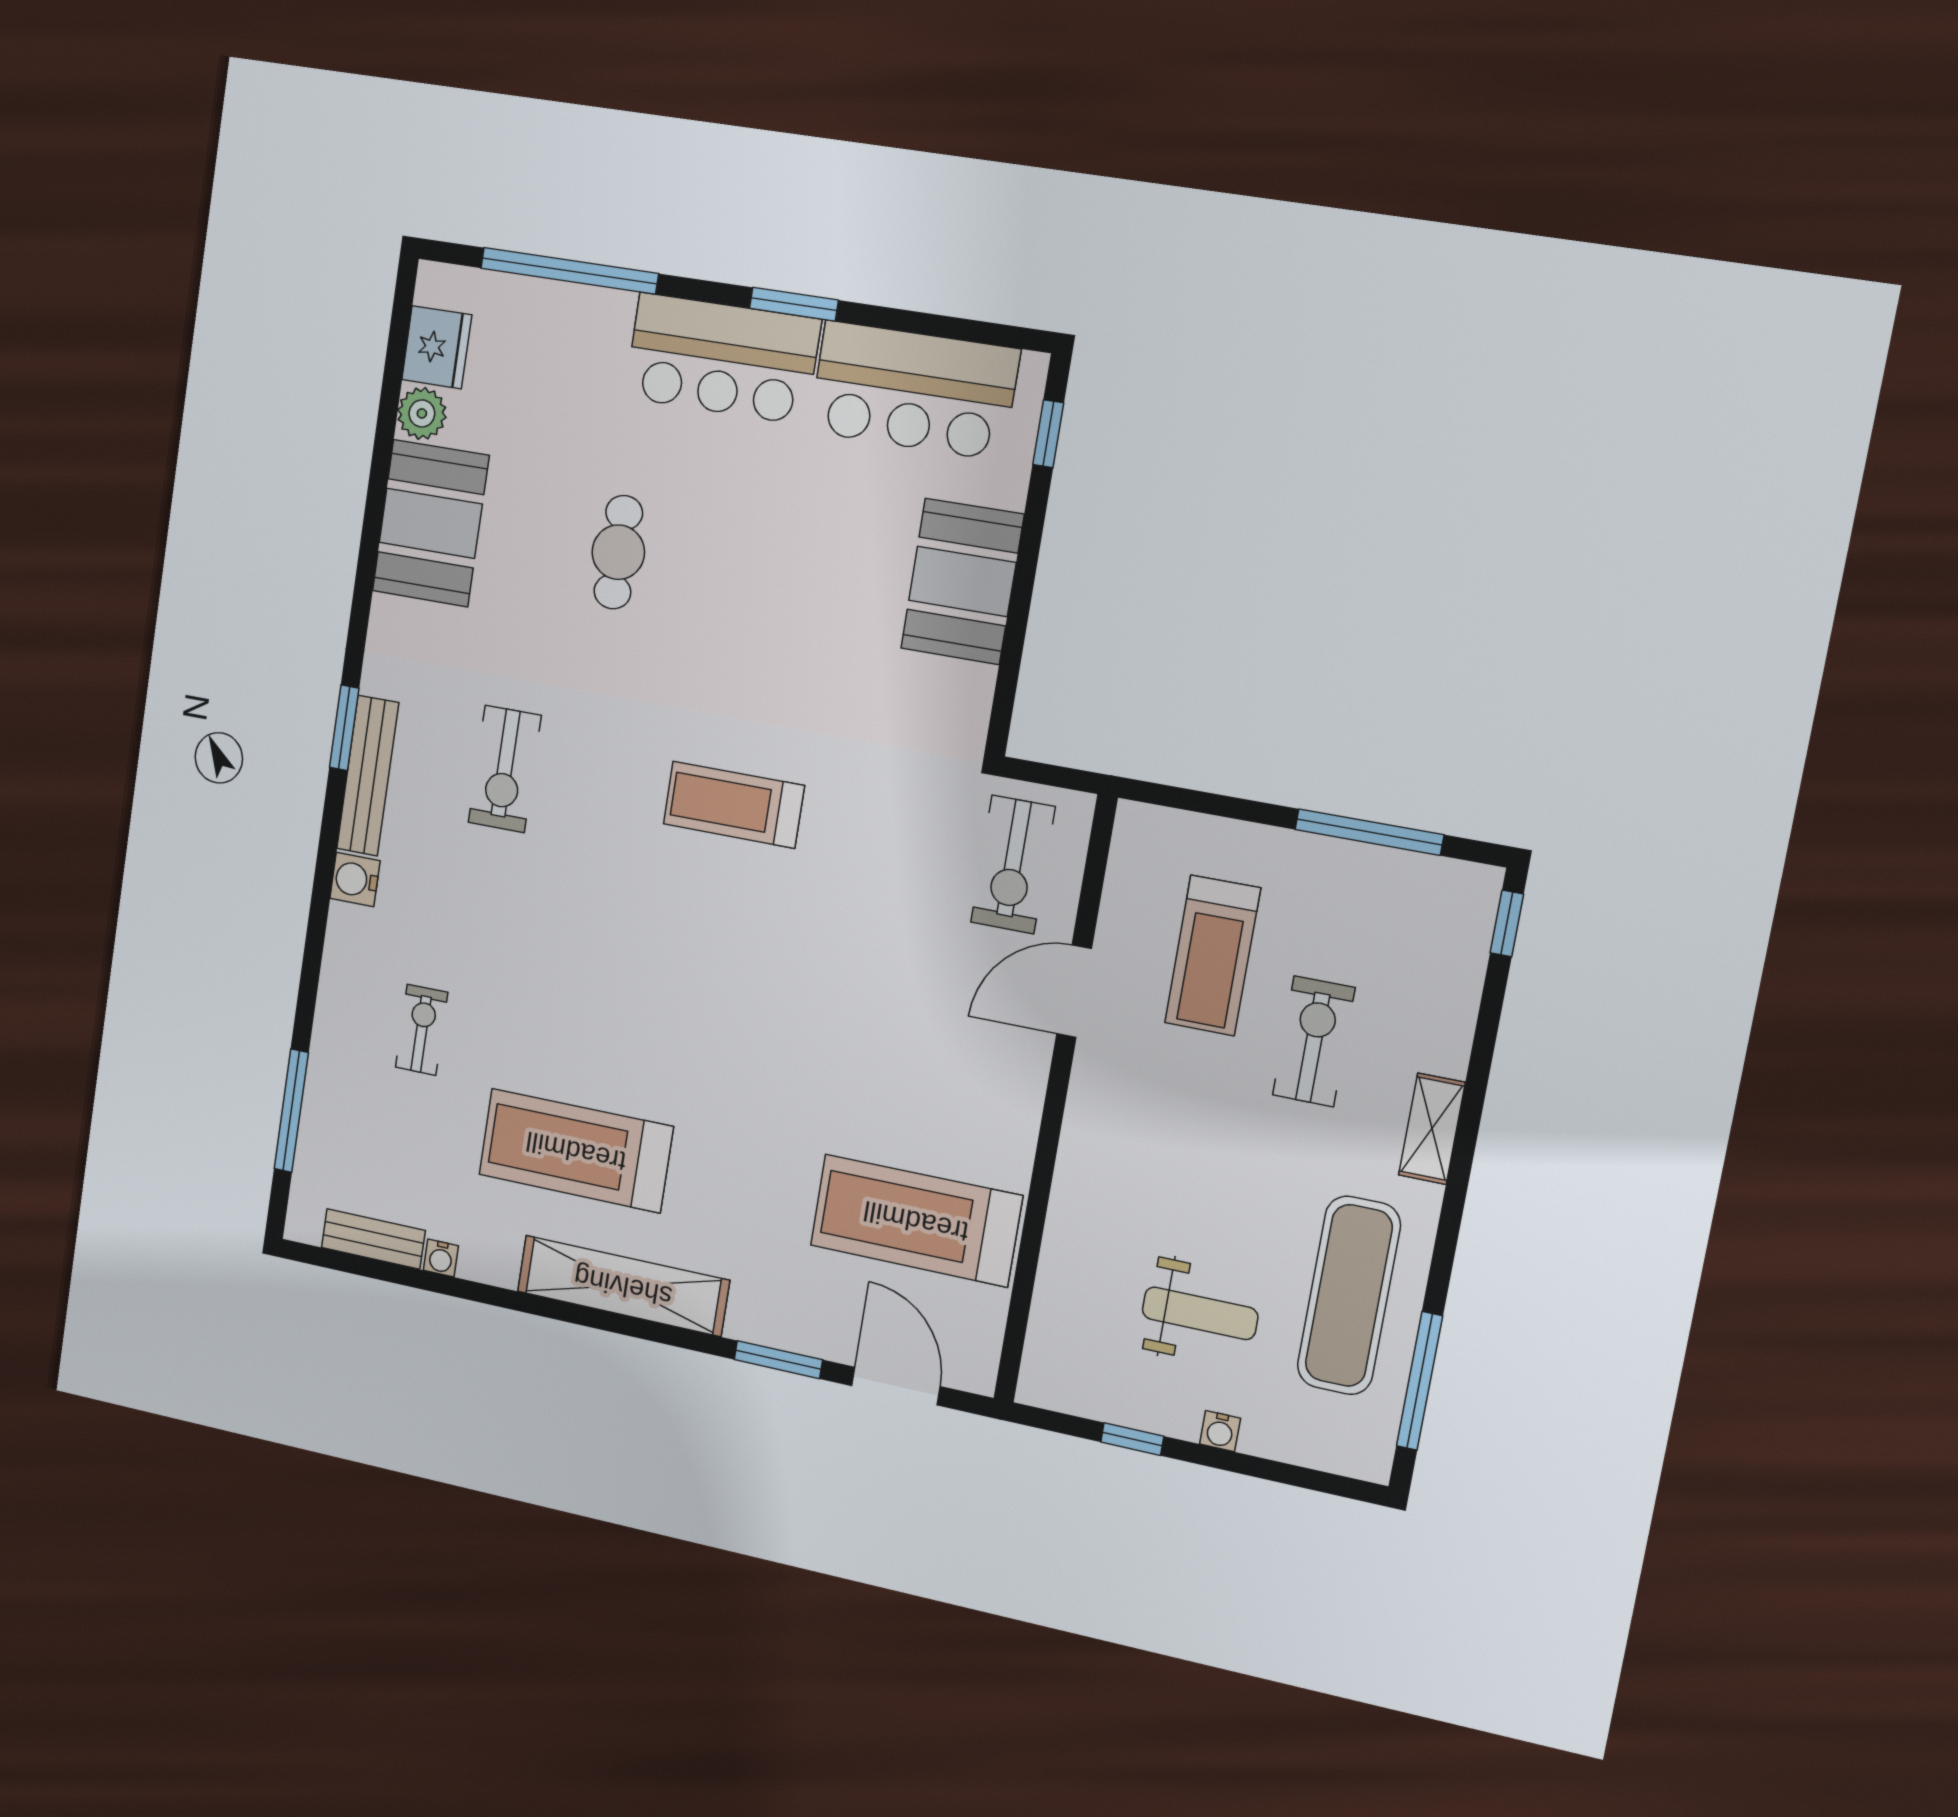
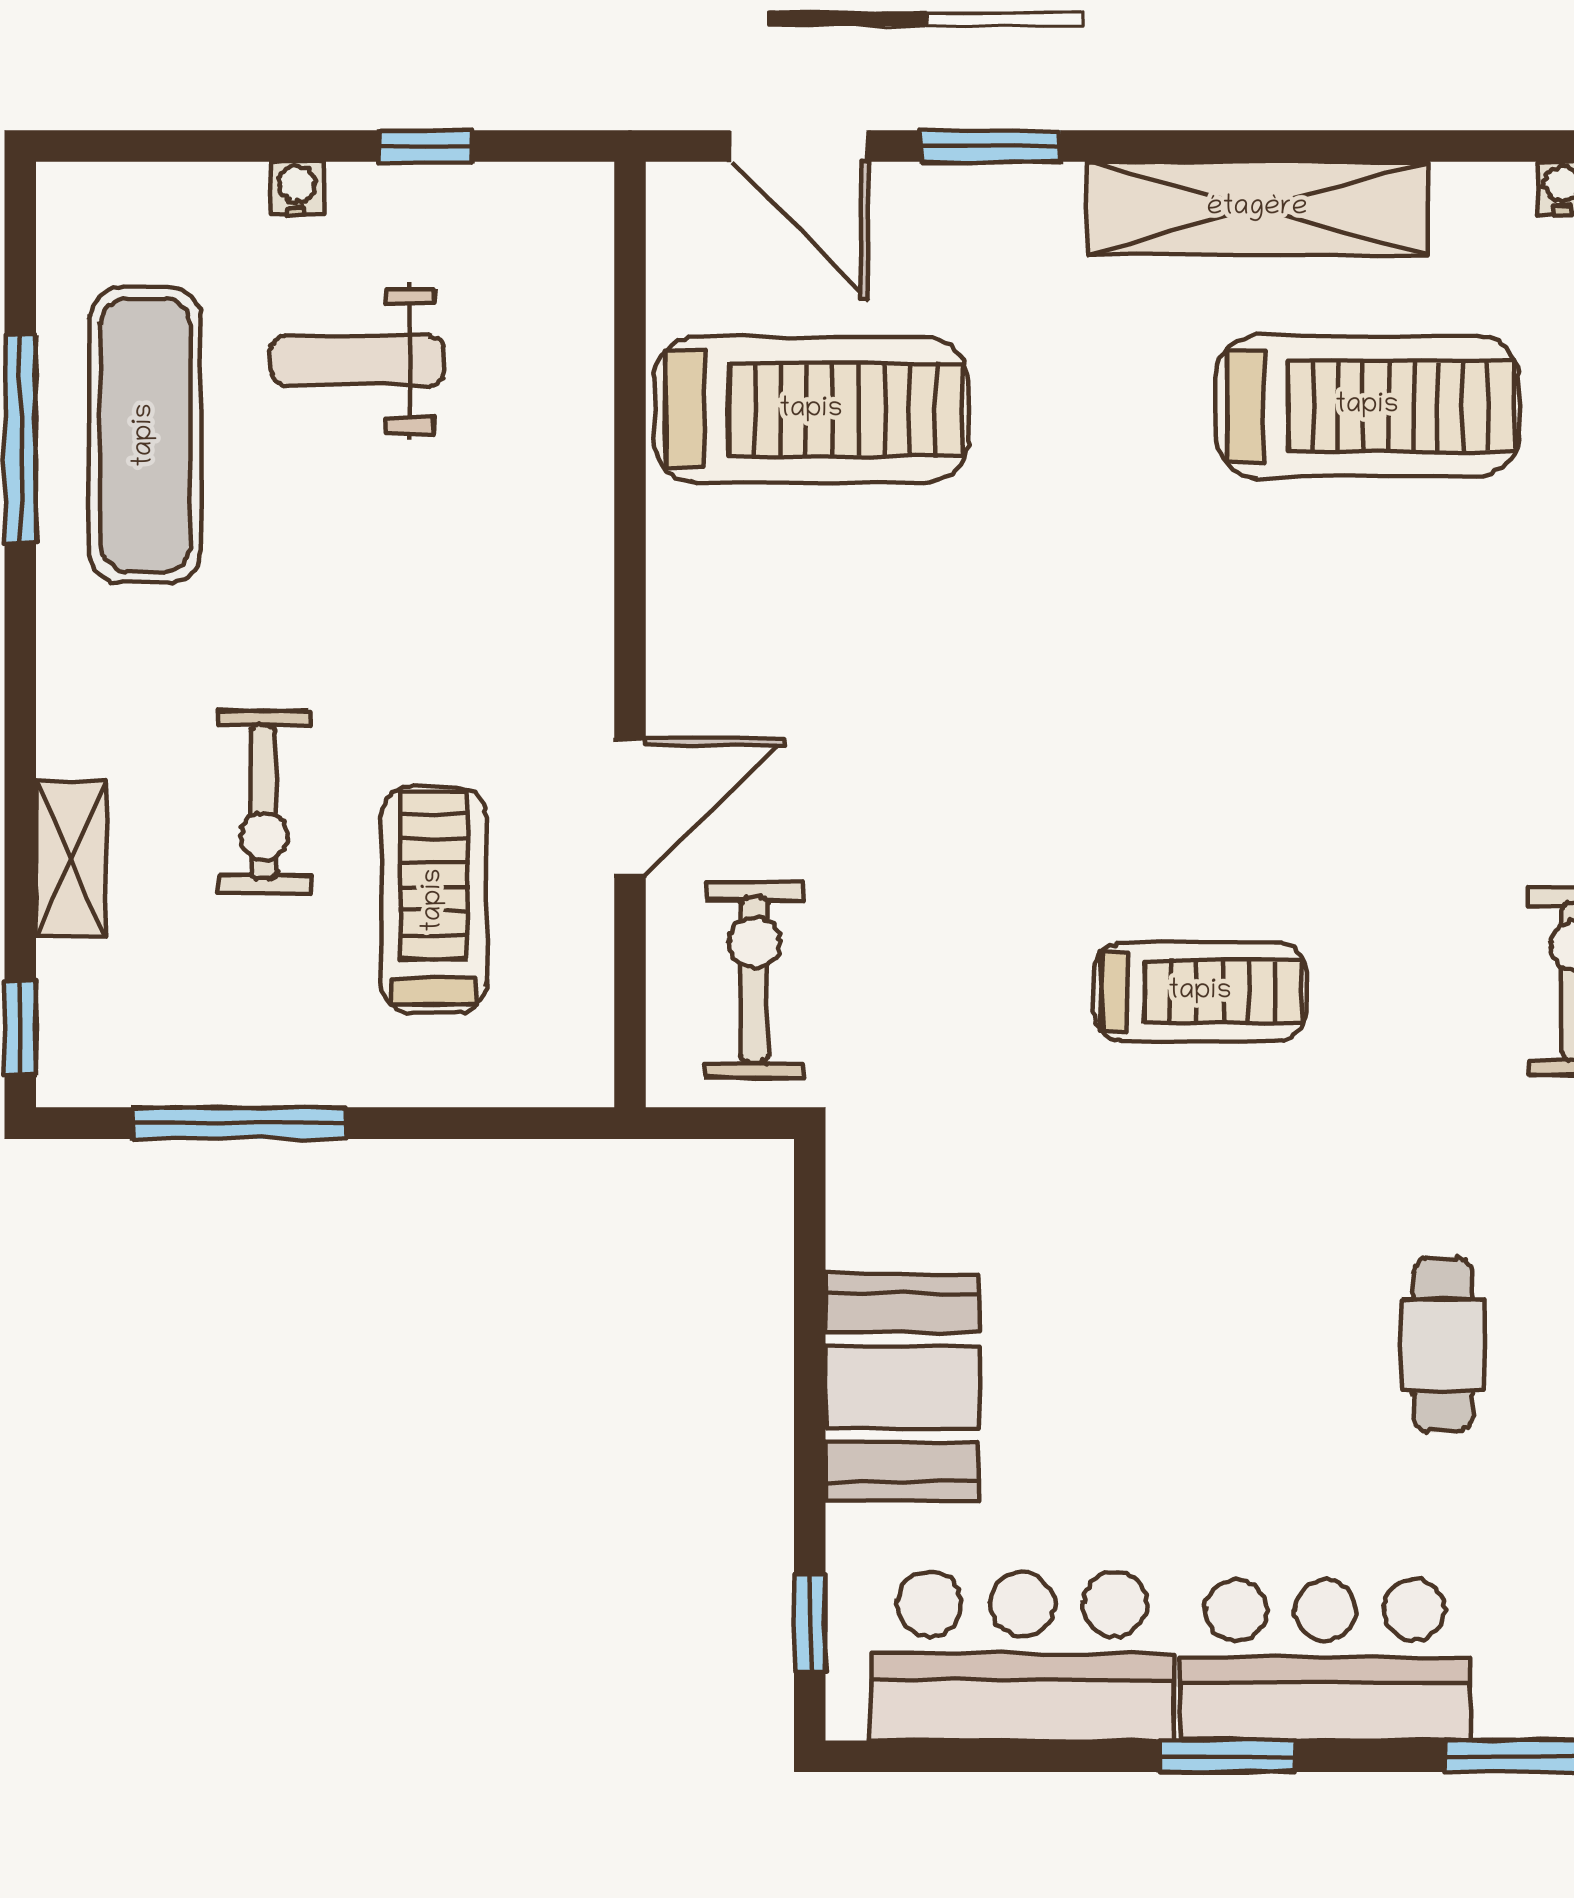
shelving: (1432, 1129) -> (71, 859), moved
window: (1420, 1381) -> (20, 439), moved

